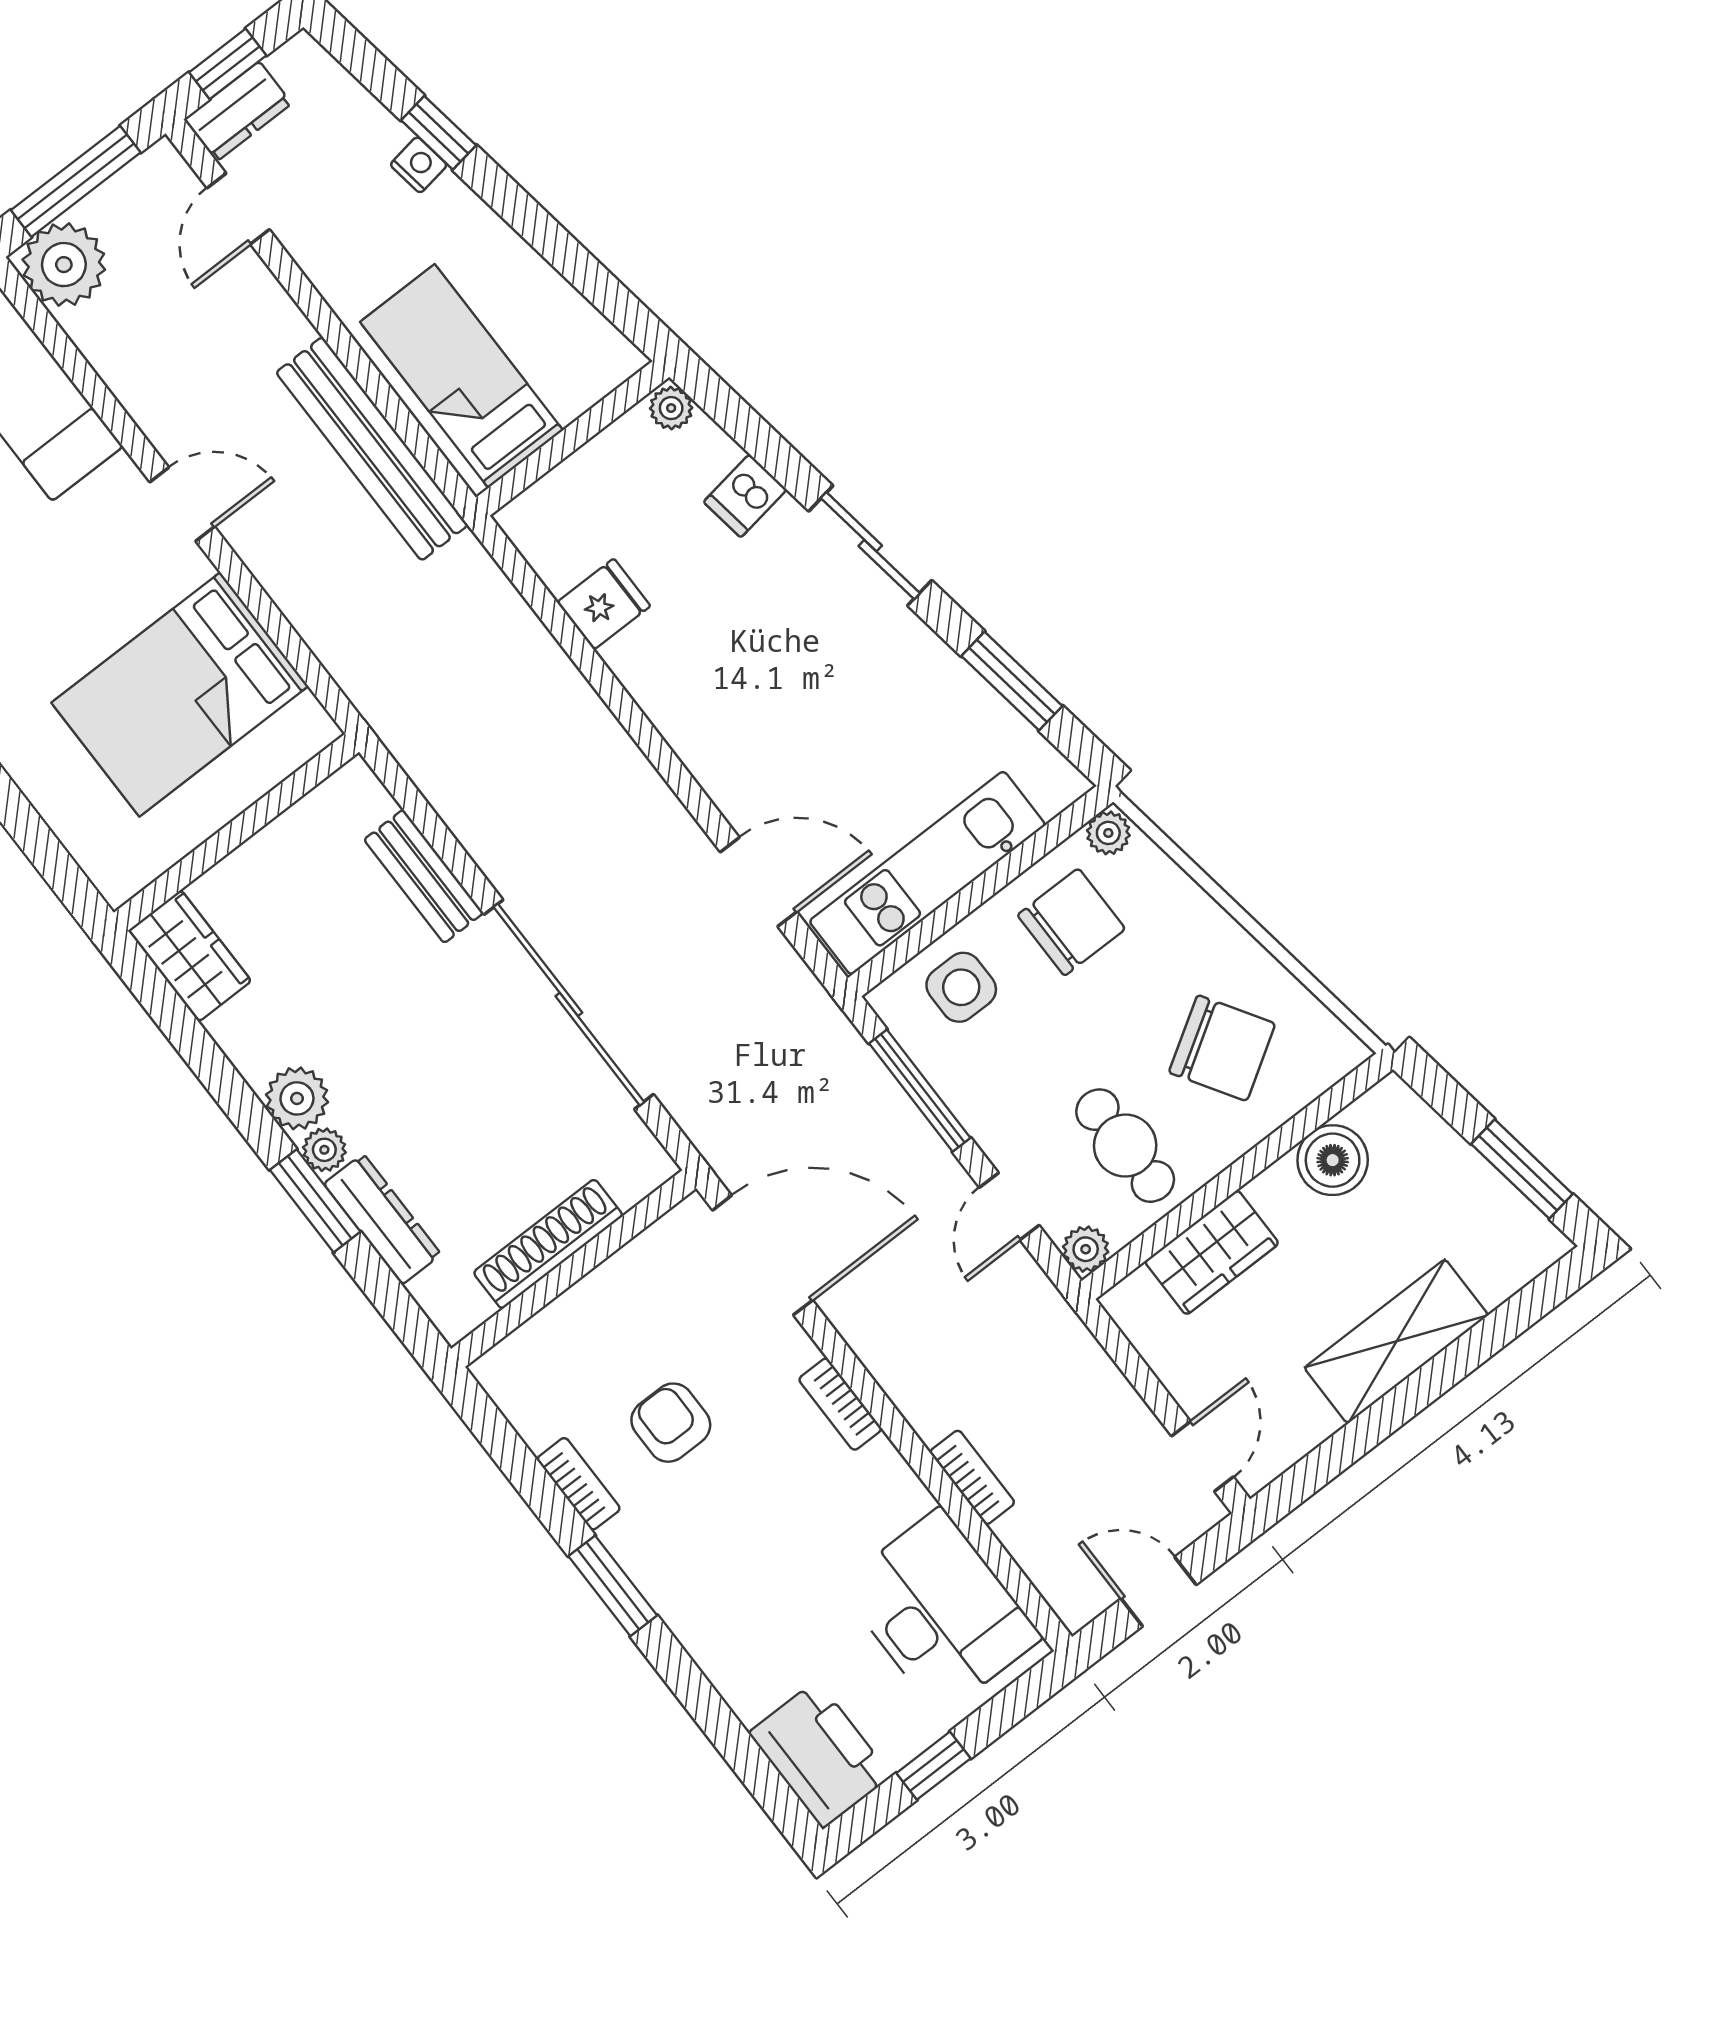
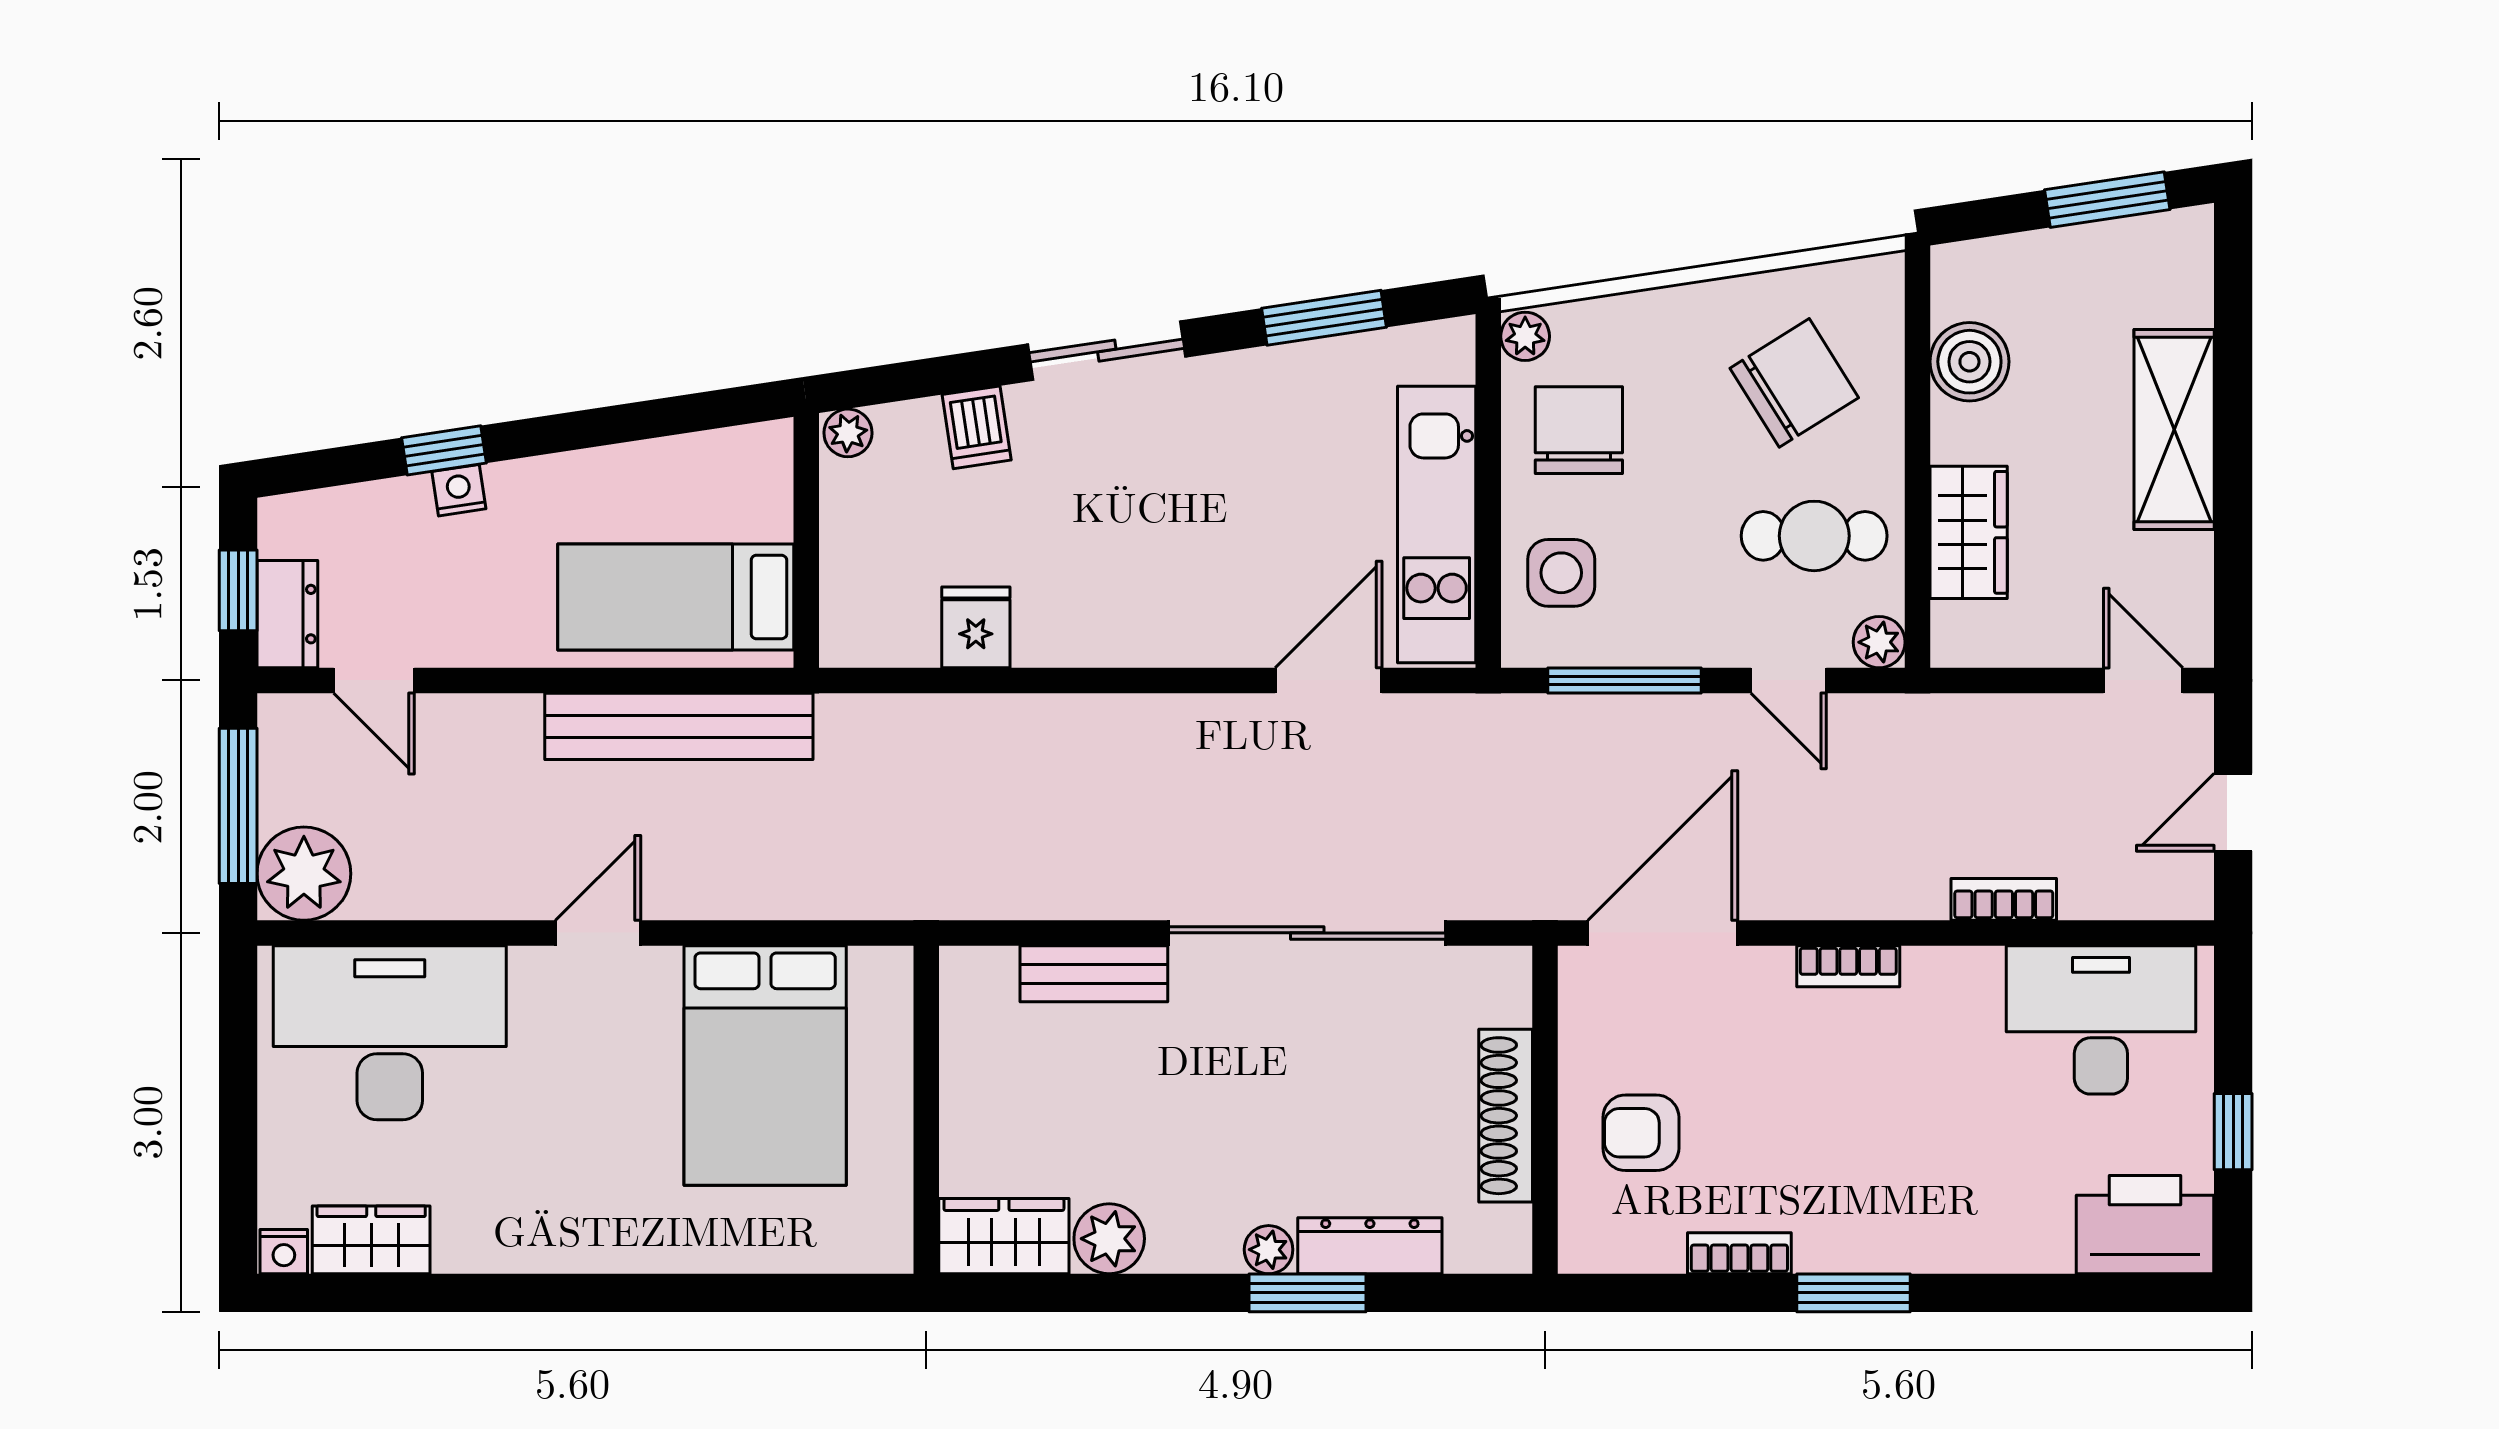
plant: (297, 1098) -> (1109, 1239), moved
armchair: (671, 1423) -> (1641, 1133), moved

